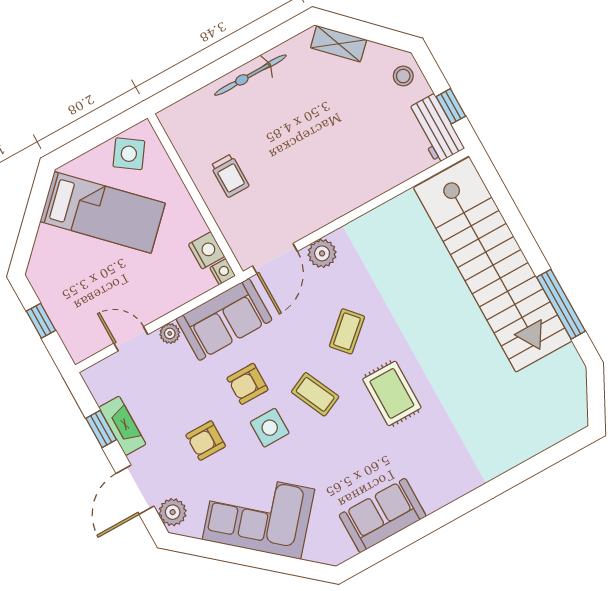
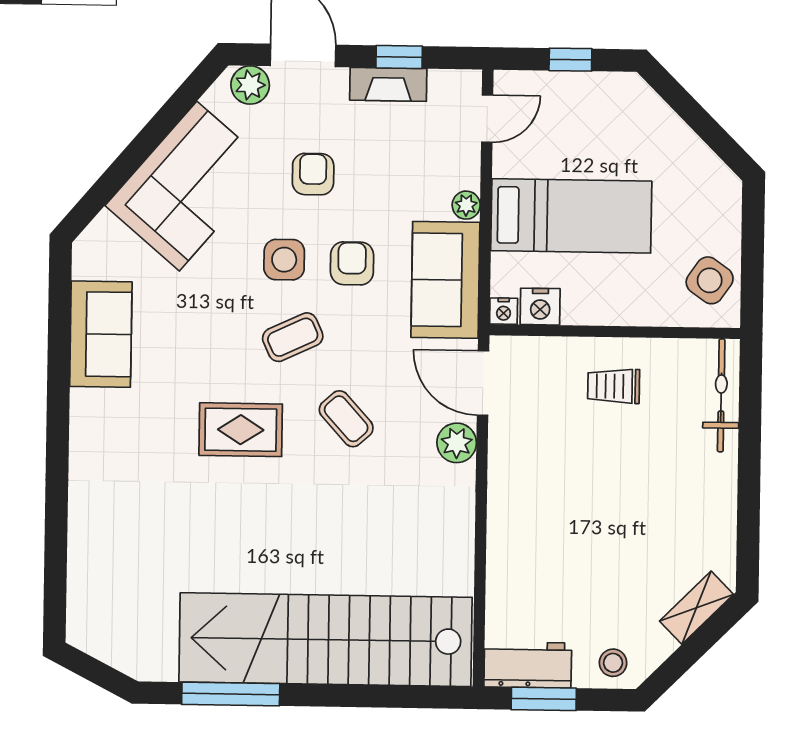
bicycle: (250, 75) -> (721, 395), moved
window: (451, 106) -> (544, 699), width x1.50
bed: (103, 212) -> (571, 216), moved, turned -135
door: (131, 339) -> (487, 119), moved

